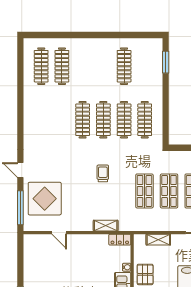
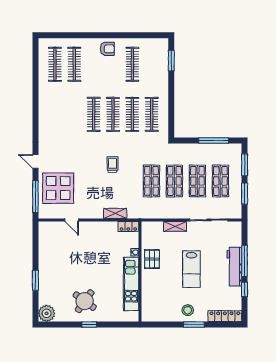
armchair: (97, 50) -> (107, 49), added
shelving: (158, 240) -> (175, 226), moved

